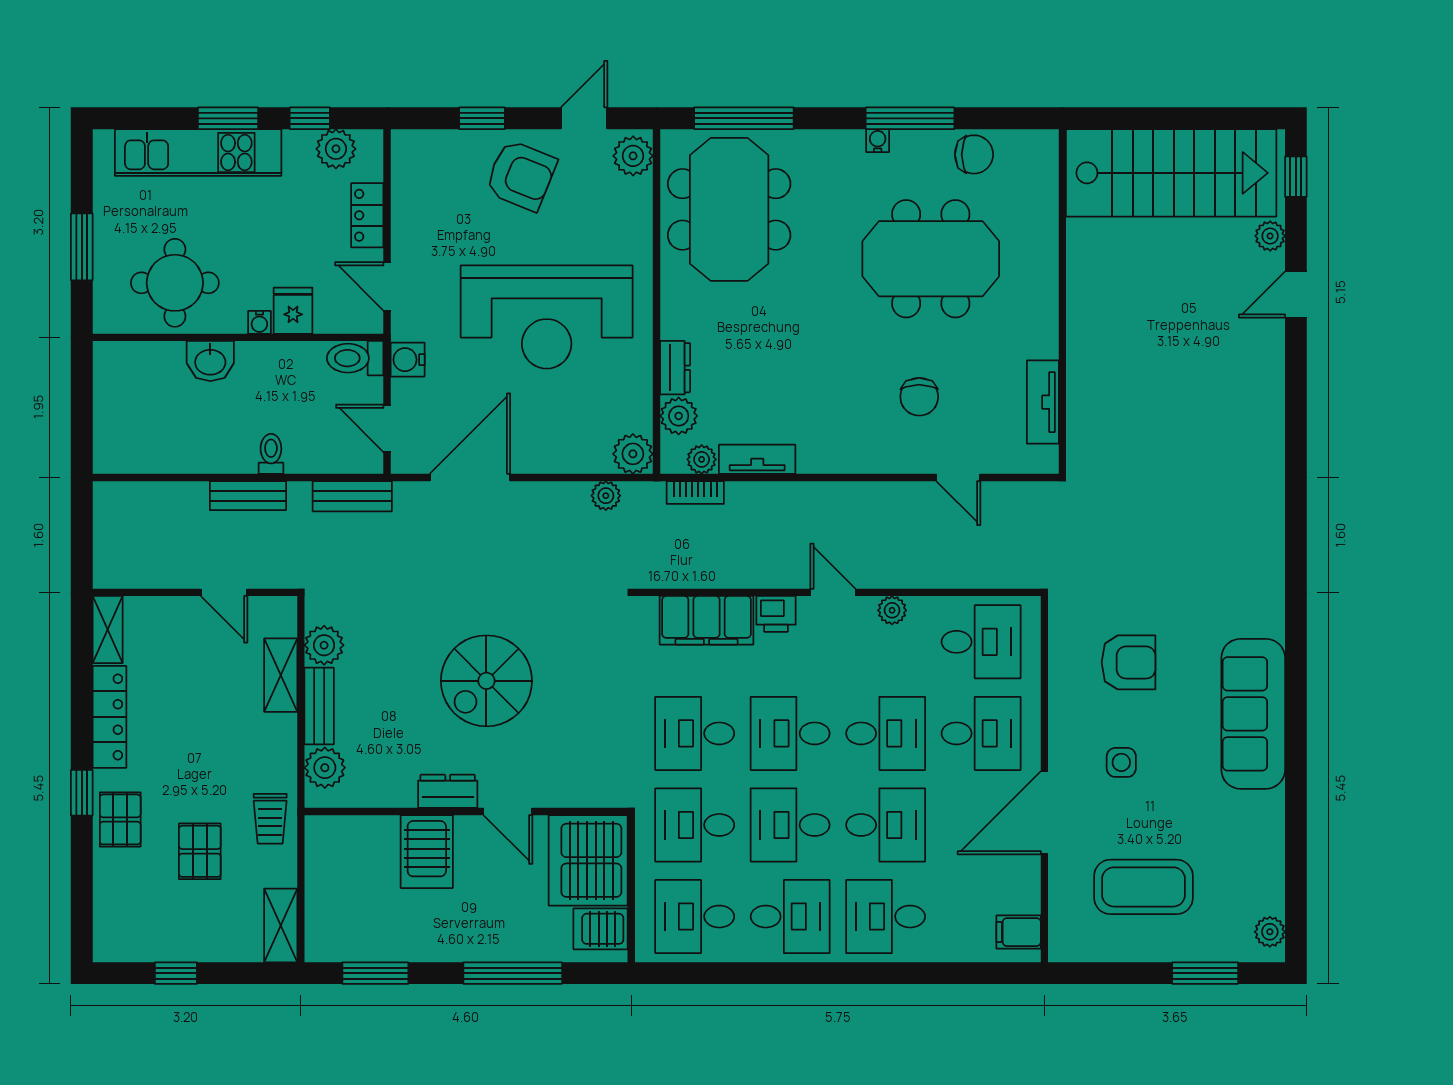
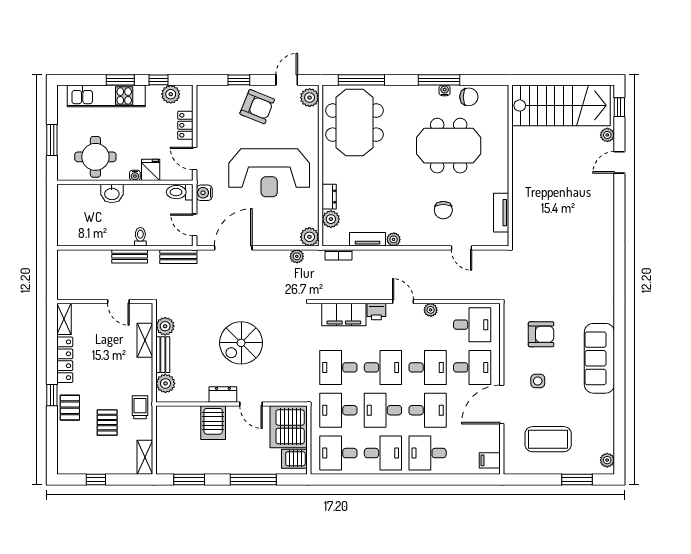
water cooler: (878, 141) -> (445, 90), moved
plant: (702, 459) -> (394, 239), moved
desk: (790, 733) -> (383, 367), turned 180
trolley: (270, 819) -> (140, 407), turned 180

